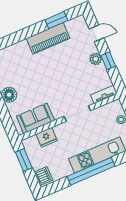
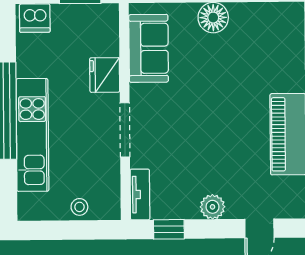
window: (108, 61) -> (169, 229), moved
fridge: (47, 137) -> (105, 75), moved

